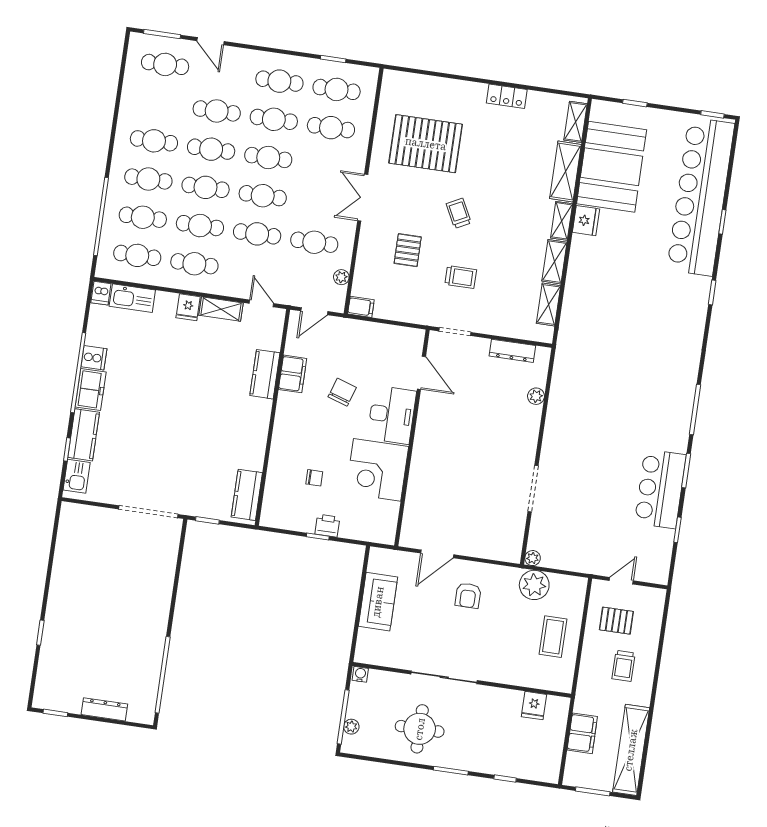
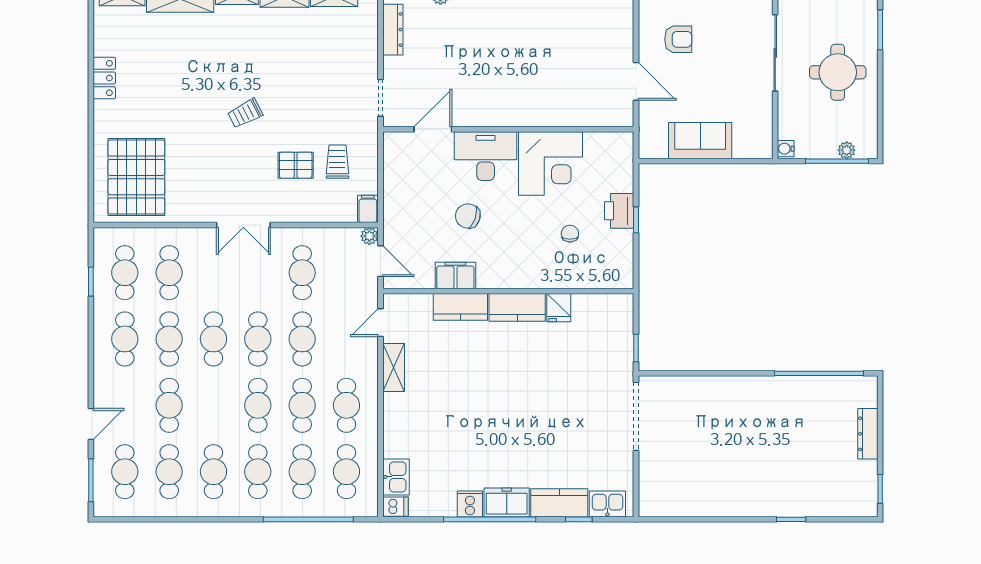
pallet: (426, 144) -> (136, 177), moved
cafe table: (211, 149) -> (169, 472), moved
plant: (341, 277) -> (369, 236), moved
trolley: (461, 277) -> (337, 162), moved
kitchen sink: (132, 298) -> (396, 477), width x0.73
fridge: (188, 307) -> (559, 308), moved, turned 90
kitchen counter: (247, 495) -> (517, 307), moved
printer: (327, 526) -> (619, 211), width x1.36, depth x1.24

